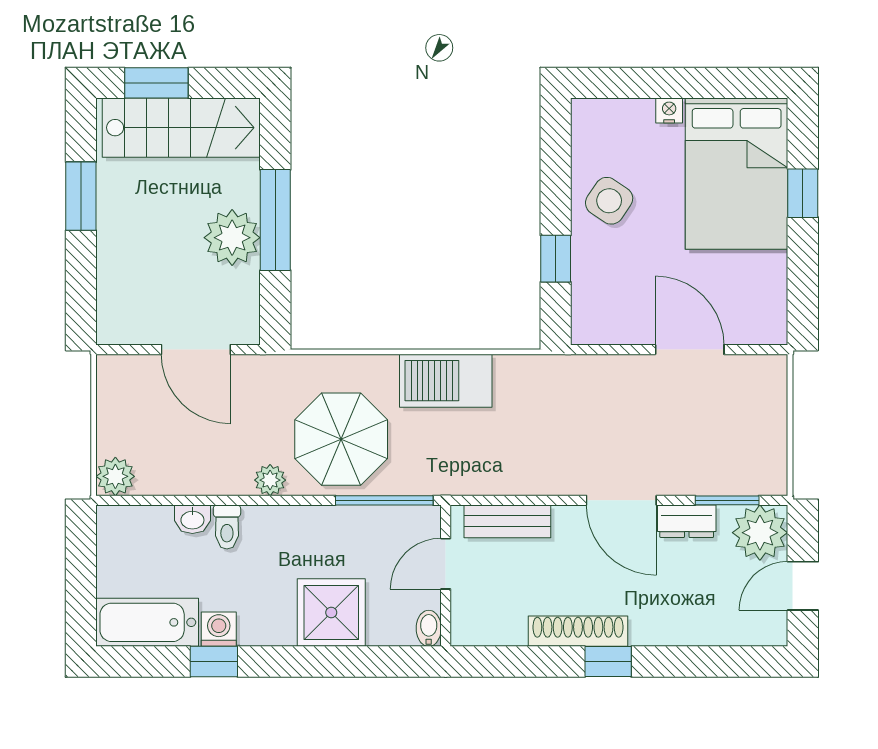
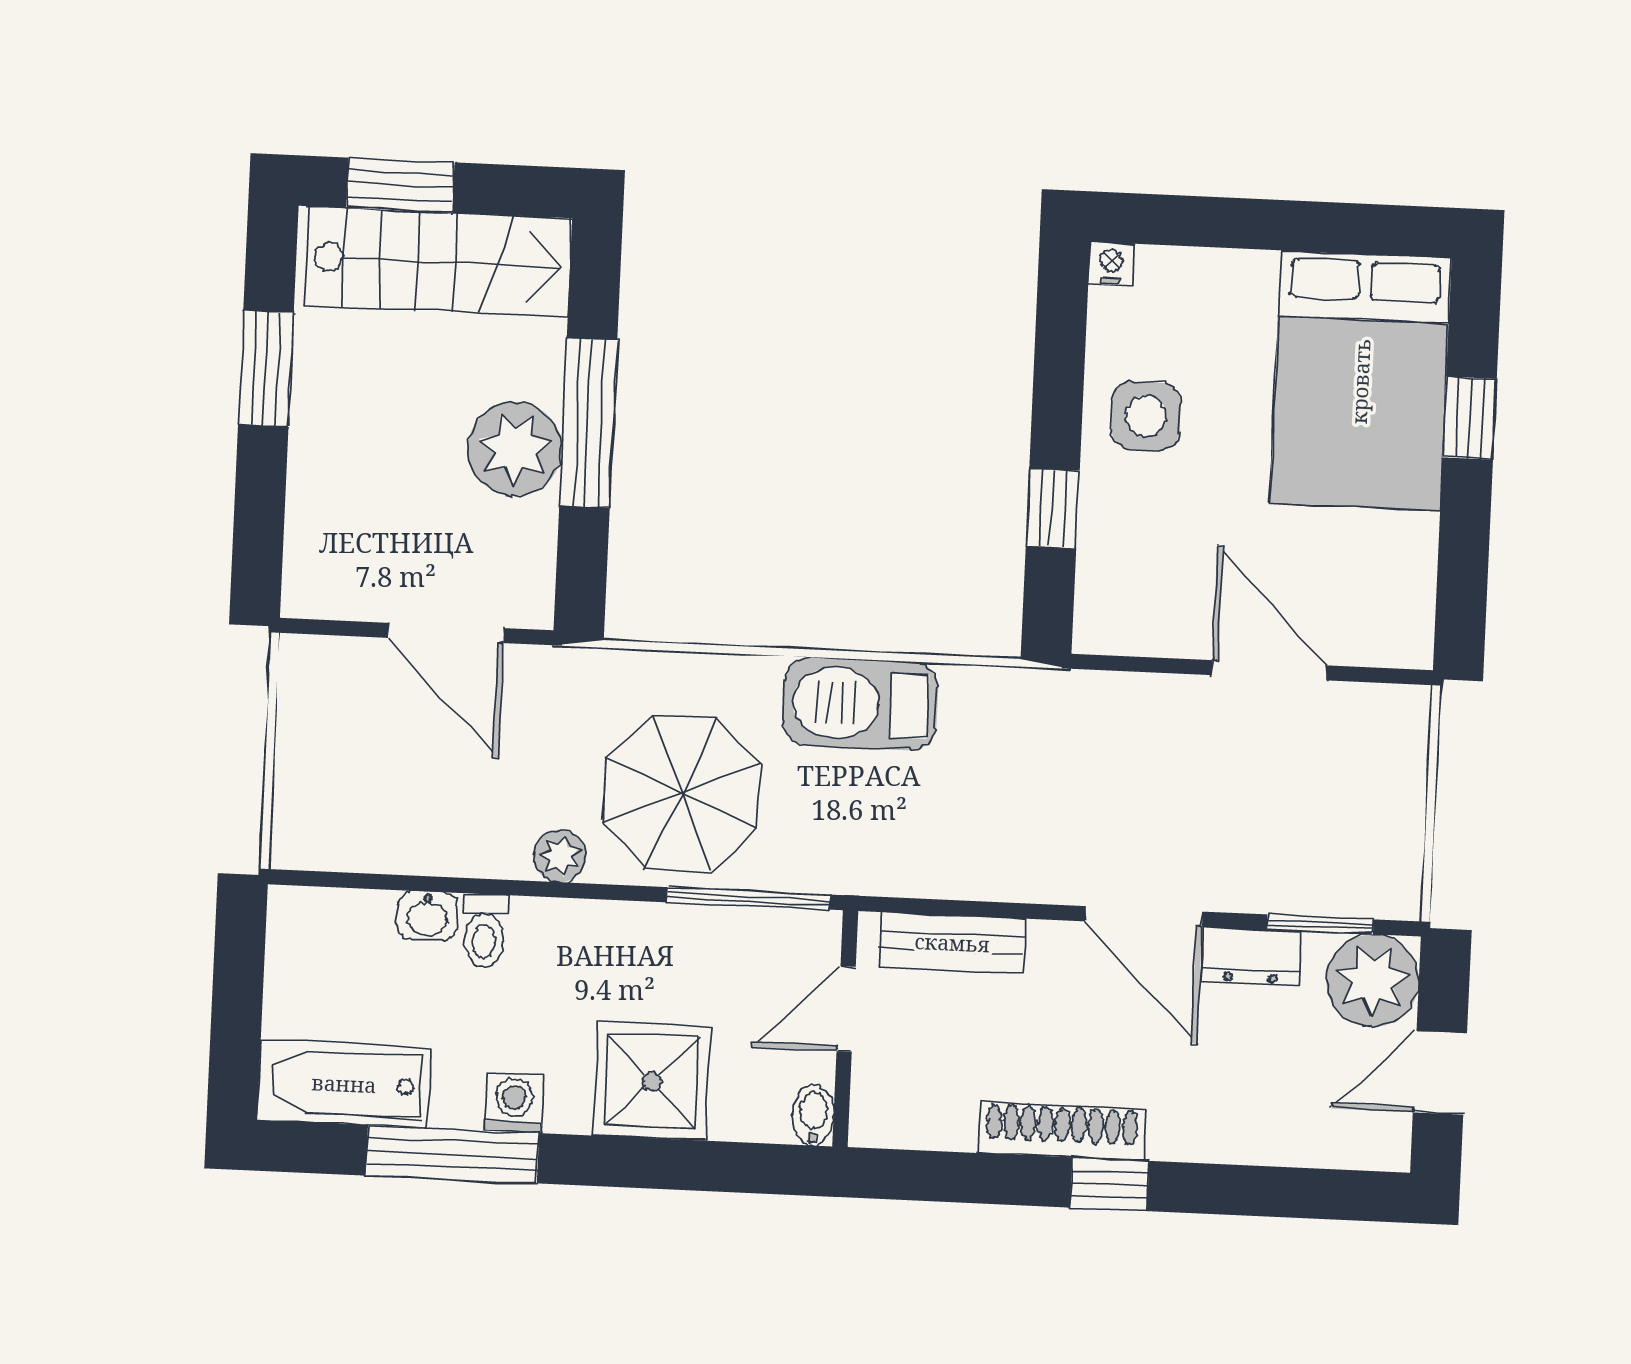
nightstand: (669, 110) -> (1111, 264), moved
side table: (609, 201) -> (1146, 416), turned -34
plant: (115, 476) -> (302, 838), removed
washing machine: (219, 629) -> (514, 1103), moved
window: (214, 662) -> (452, 1154), width x2.17

